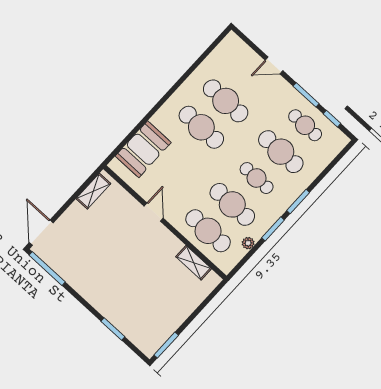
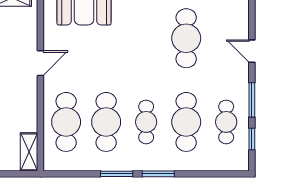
cafe table: (201, 127) -> (146, 38), removed
plant: (248, 243) -> (86, 164), removed
shelving: (194, 263) -> (29, 152), moved

